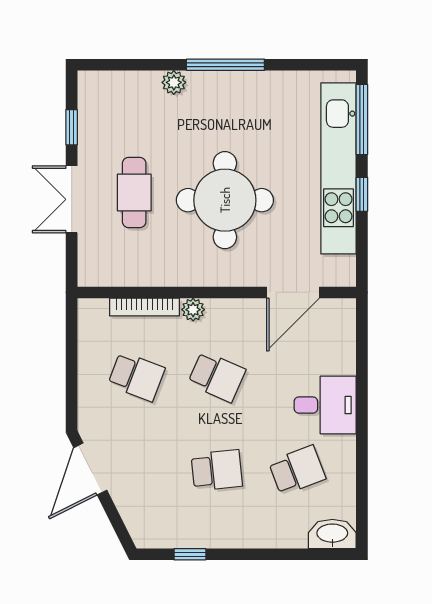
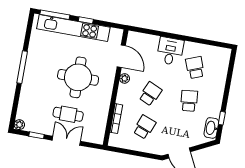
plant: (174, 82) -> (19, 125), moved
double door: (72, 199) -> (66, 141), swing flipped
plant: (193, 310) -> (125, 78), moved
washbasin: (332, 534) -> (211, 128), moved

